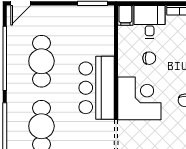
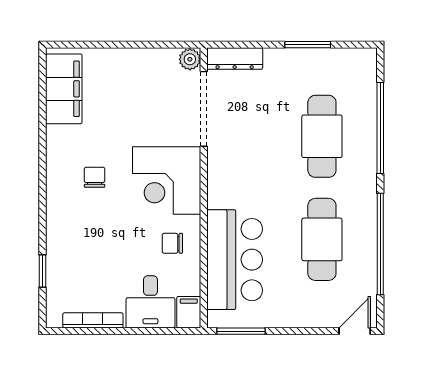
chair: (149, 58) -> (172, 243), moved
bar counter: (97, 88) -> (235, 260), moved

